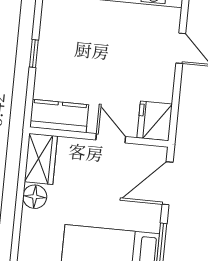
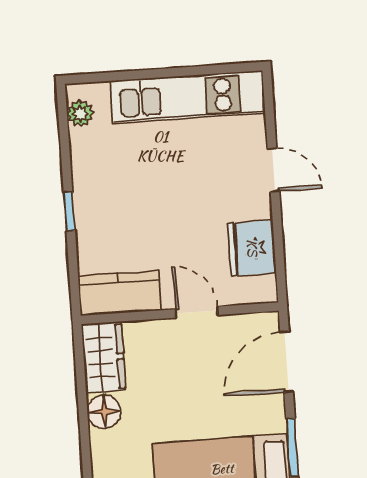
fridge: (155, 121) -> (252, 248), moved

